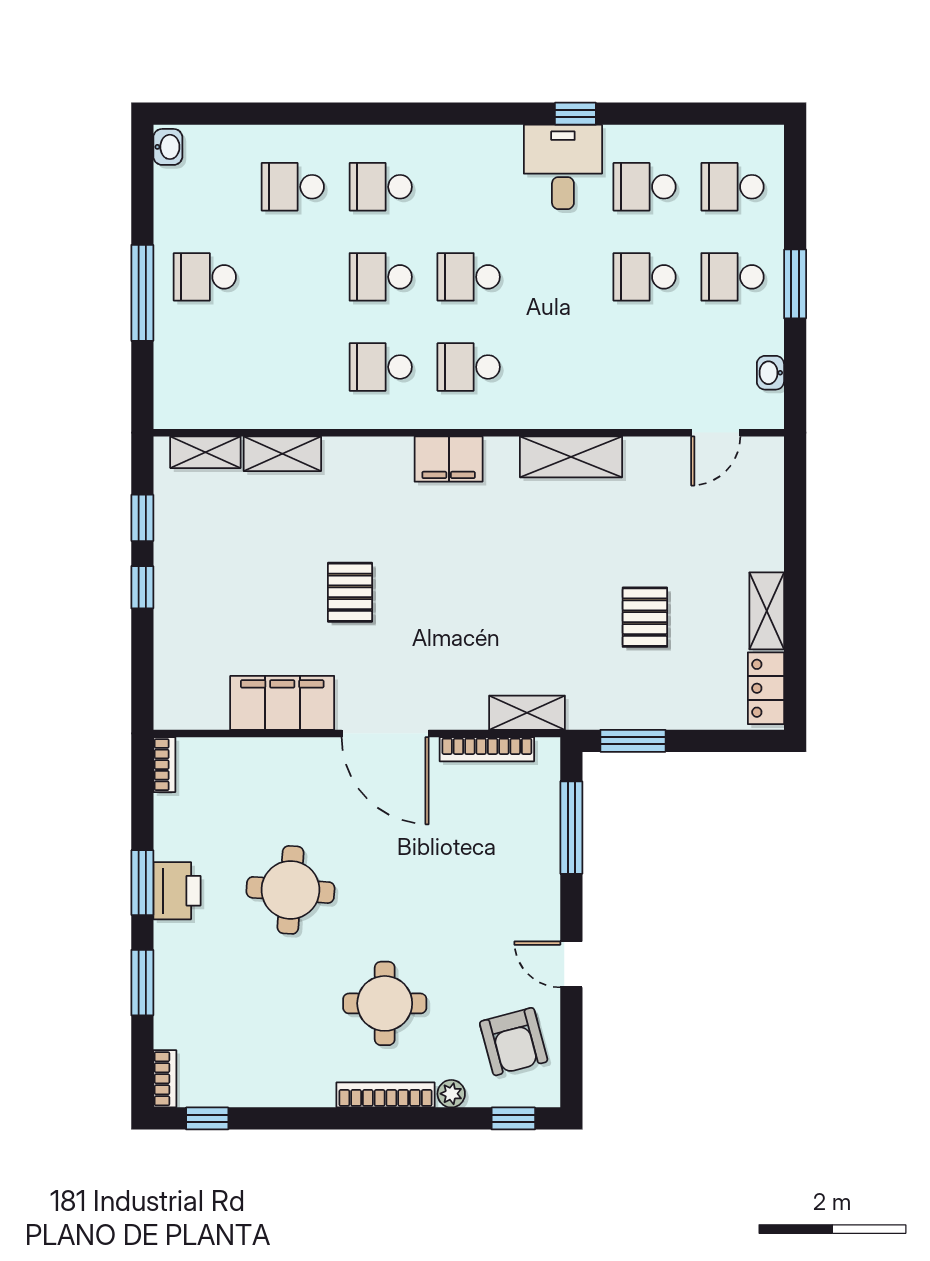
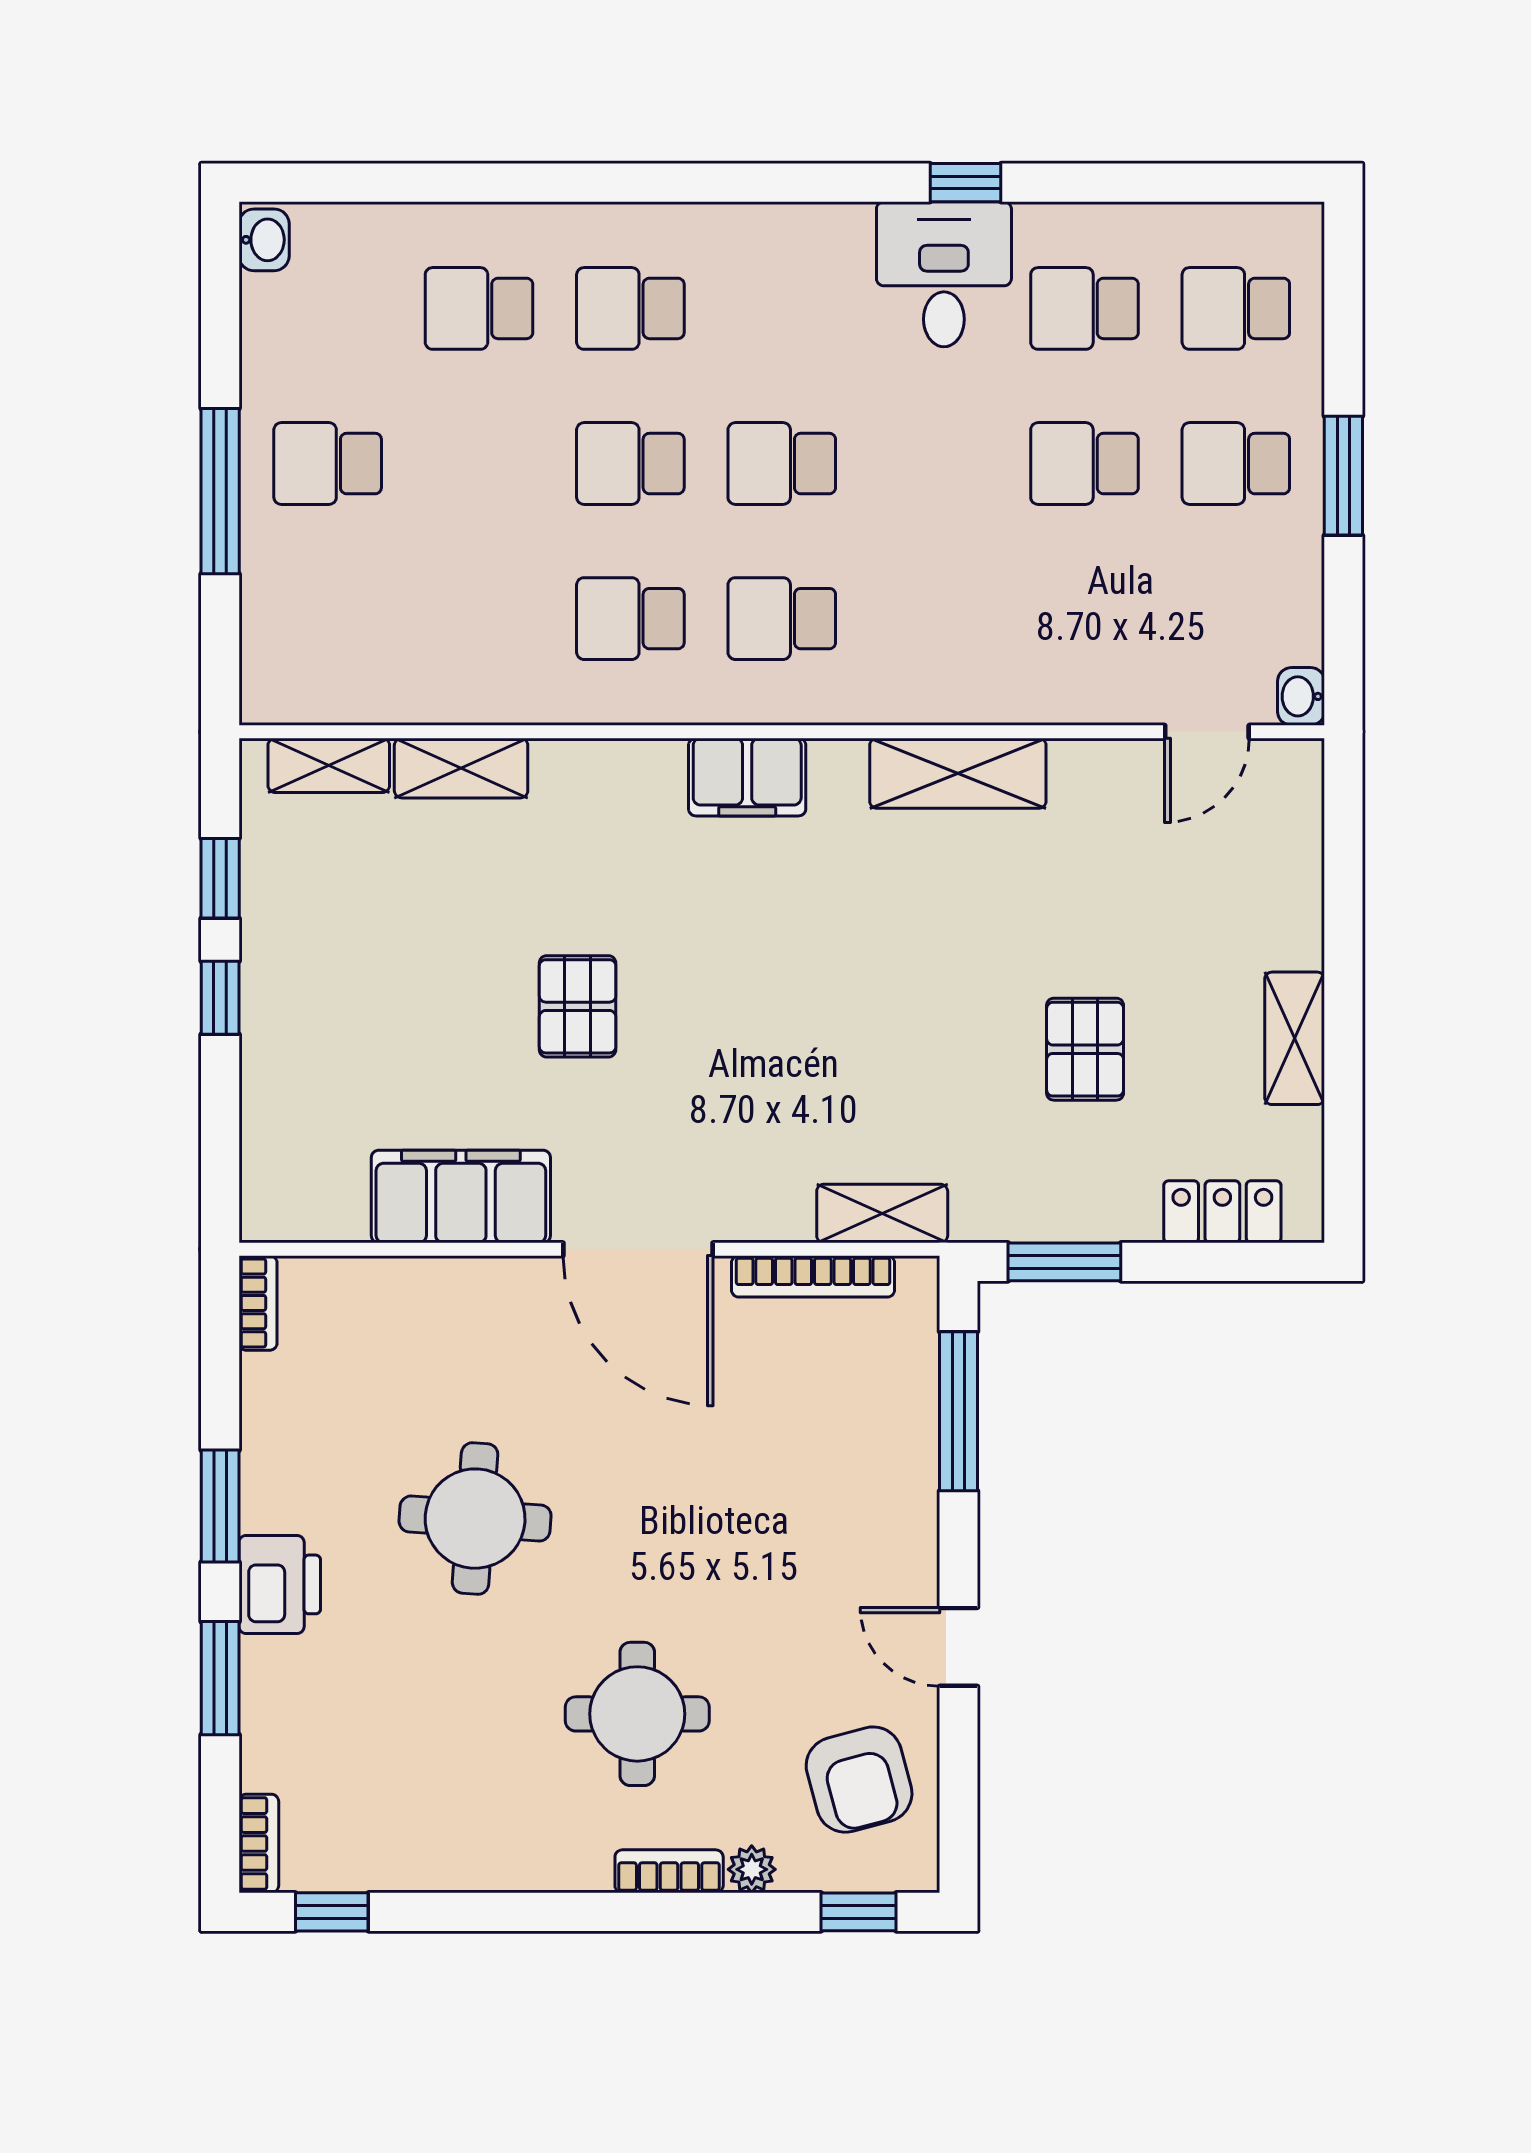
washbasin: (770, 373) -> (1301, 696), moved
locker: (766, 688) -> (1222, 1212), moved, turned 90
printer: (177, 891) -> (280, 1584), moved
bookcase: (386, 1095) -> (669, 1871), width x0.64

